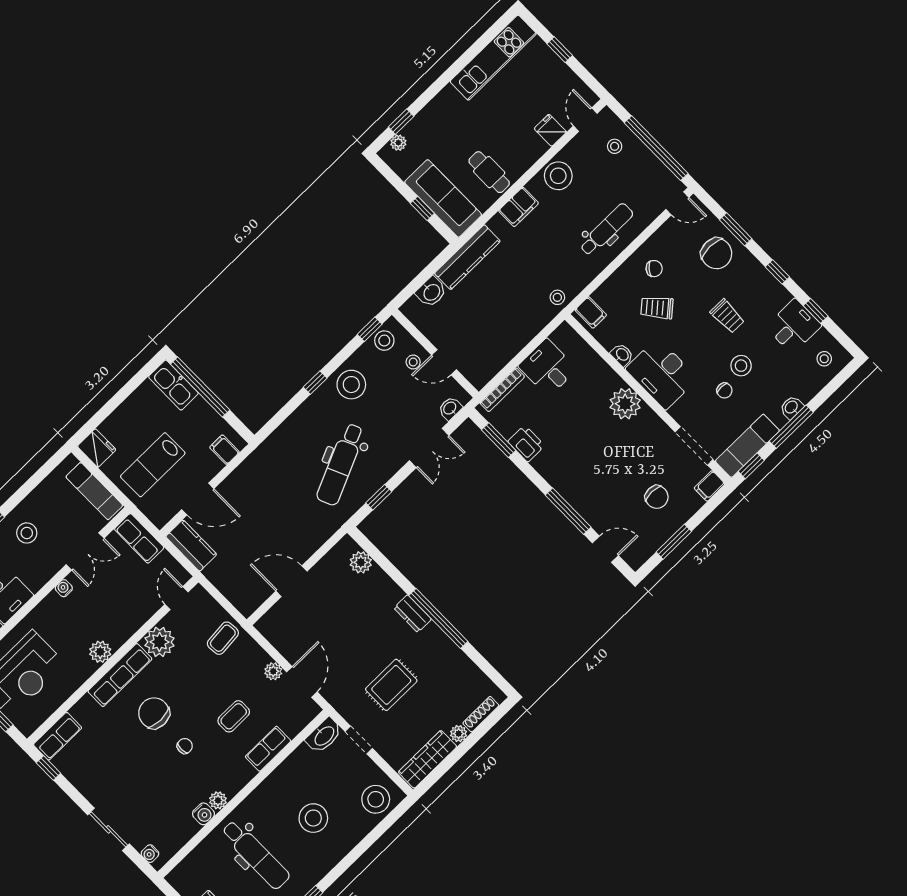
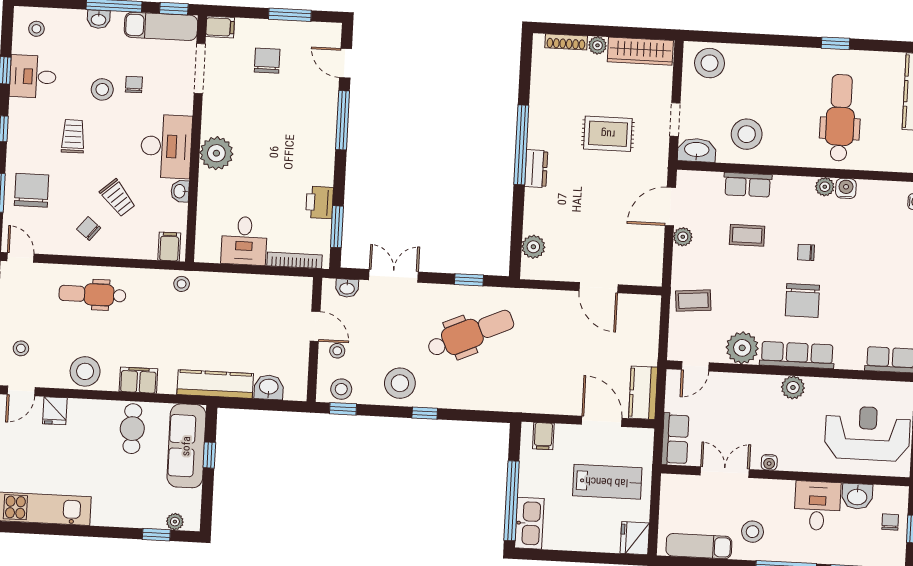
exam couch: (94, 491) -> (699, 546), moved, turned -90
stool: (313, 818) -> (747, 134), moved

